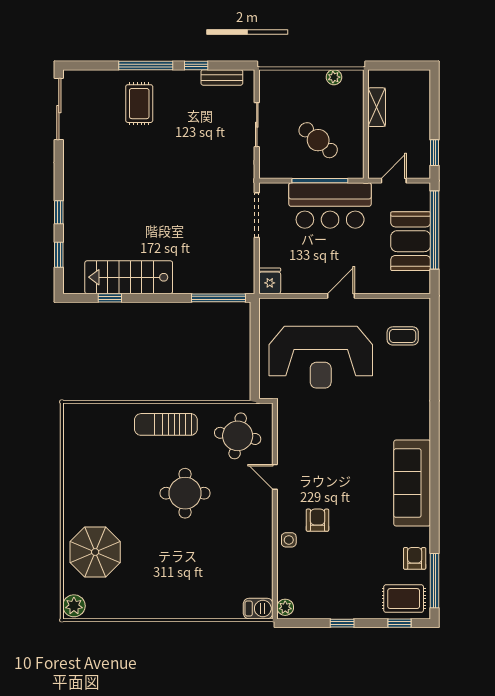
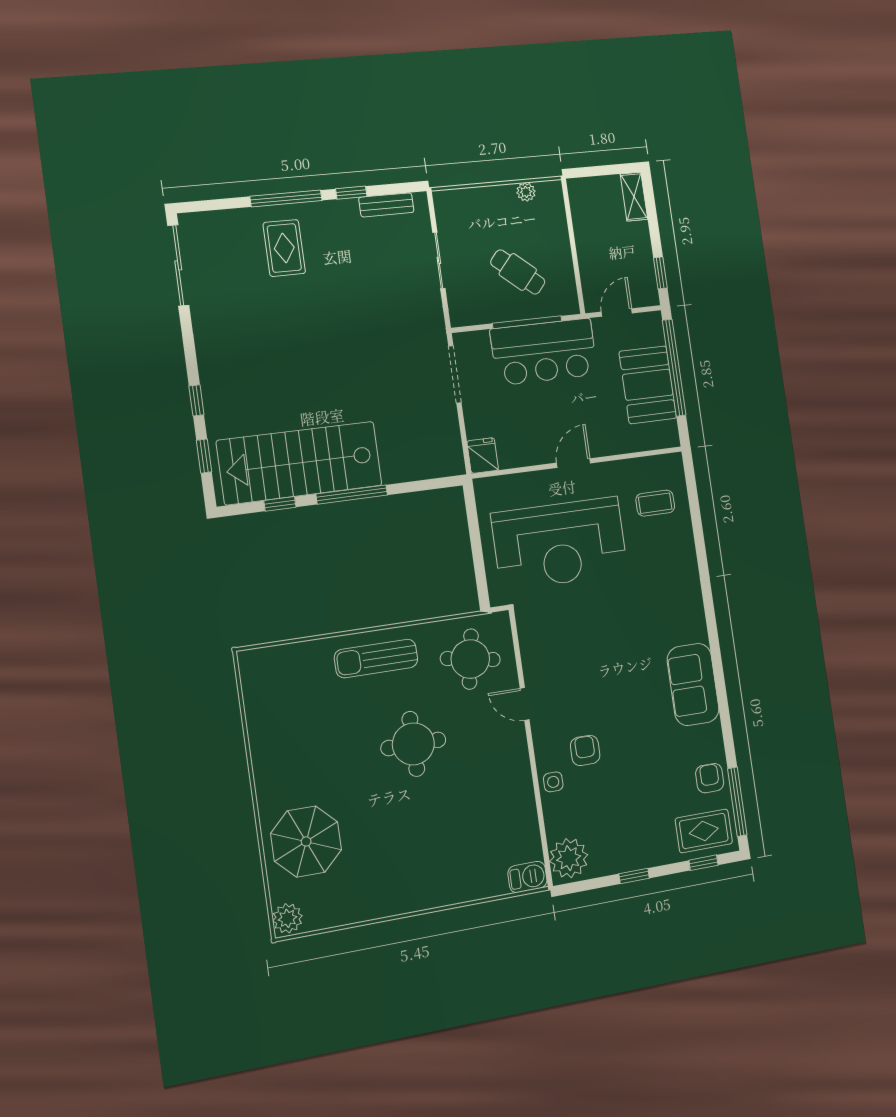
shelving: (377, 107) -> (634, 197), moved
stairs: (129, 277) -> (300, 463), width x1.36, depth x1.51
window: (219, 298) -> (352, 495), moved
sofa: (412, 483) -> (693, 684), width x0.73
plant: (285, 607) -> (569, 858), width x1.87, depth x1.87

